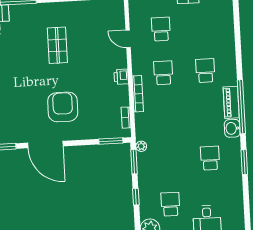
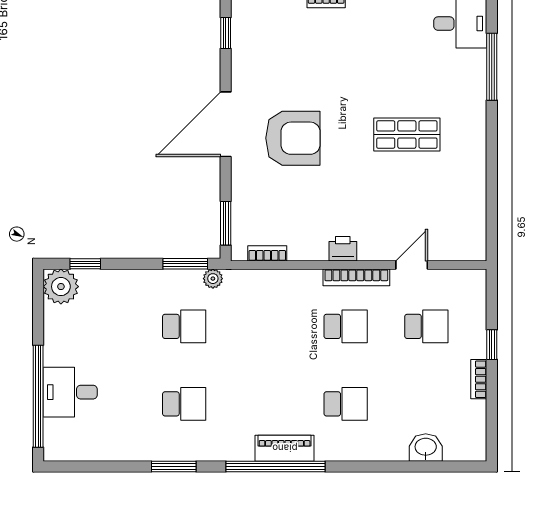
bookcase: (138, 94) -> (356, 277), moved
washbasin: (232, 128) -> (426, 448), moved
door: (45, 145) -> (226, 124), moved
window: (136, 197) -> (85, 264), moved
school desk: (170, 204) -> (184, 326), moved

